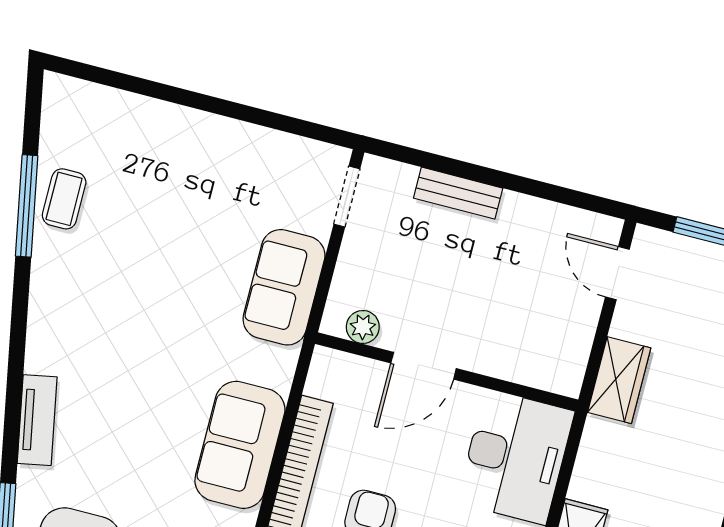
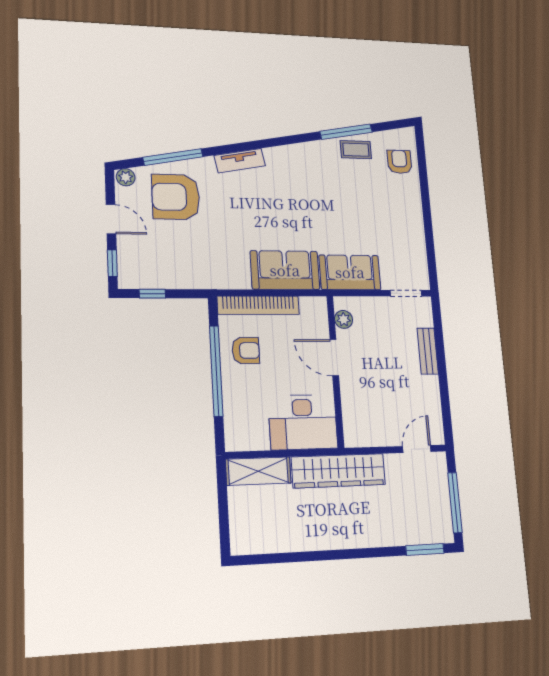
armchair: (105, 123) -> (399, 162), added
wardrobe: (619, 380) -> (338, 471), width x2.10, depth x1.17
sofa: (240, 445) -> (285, 270), moved

